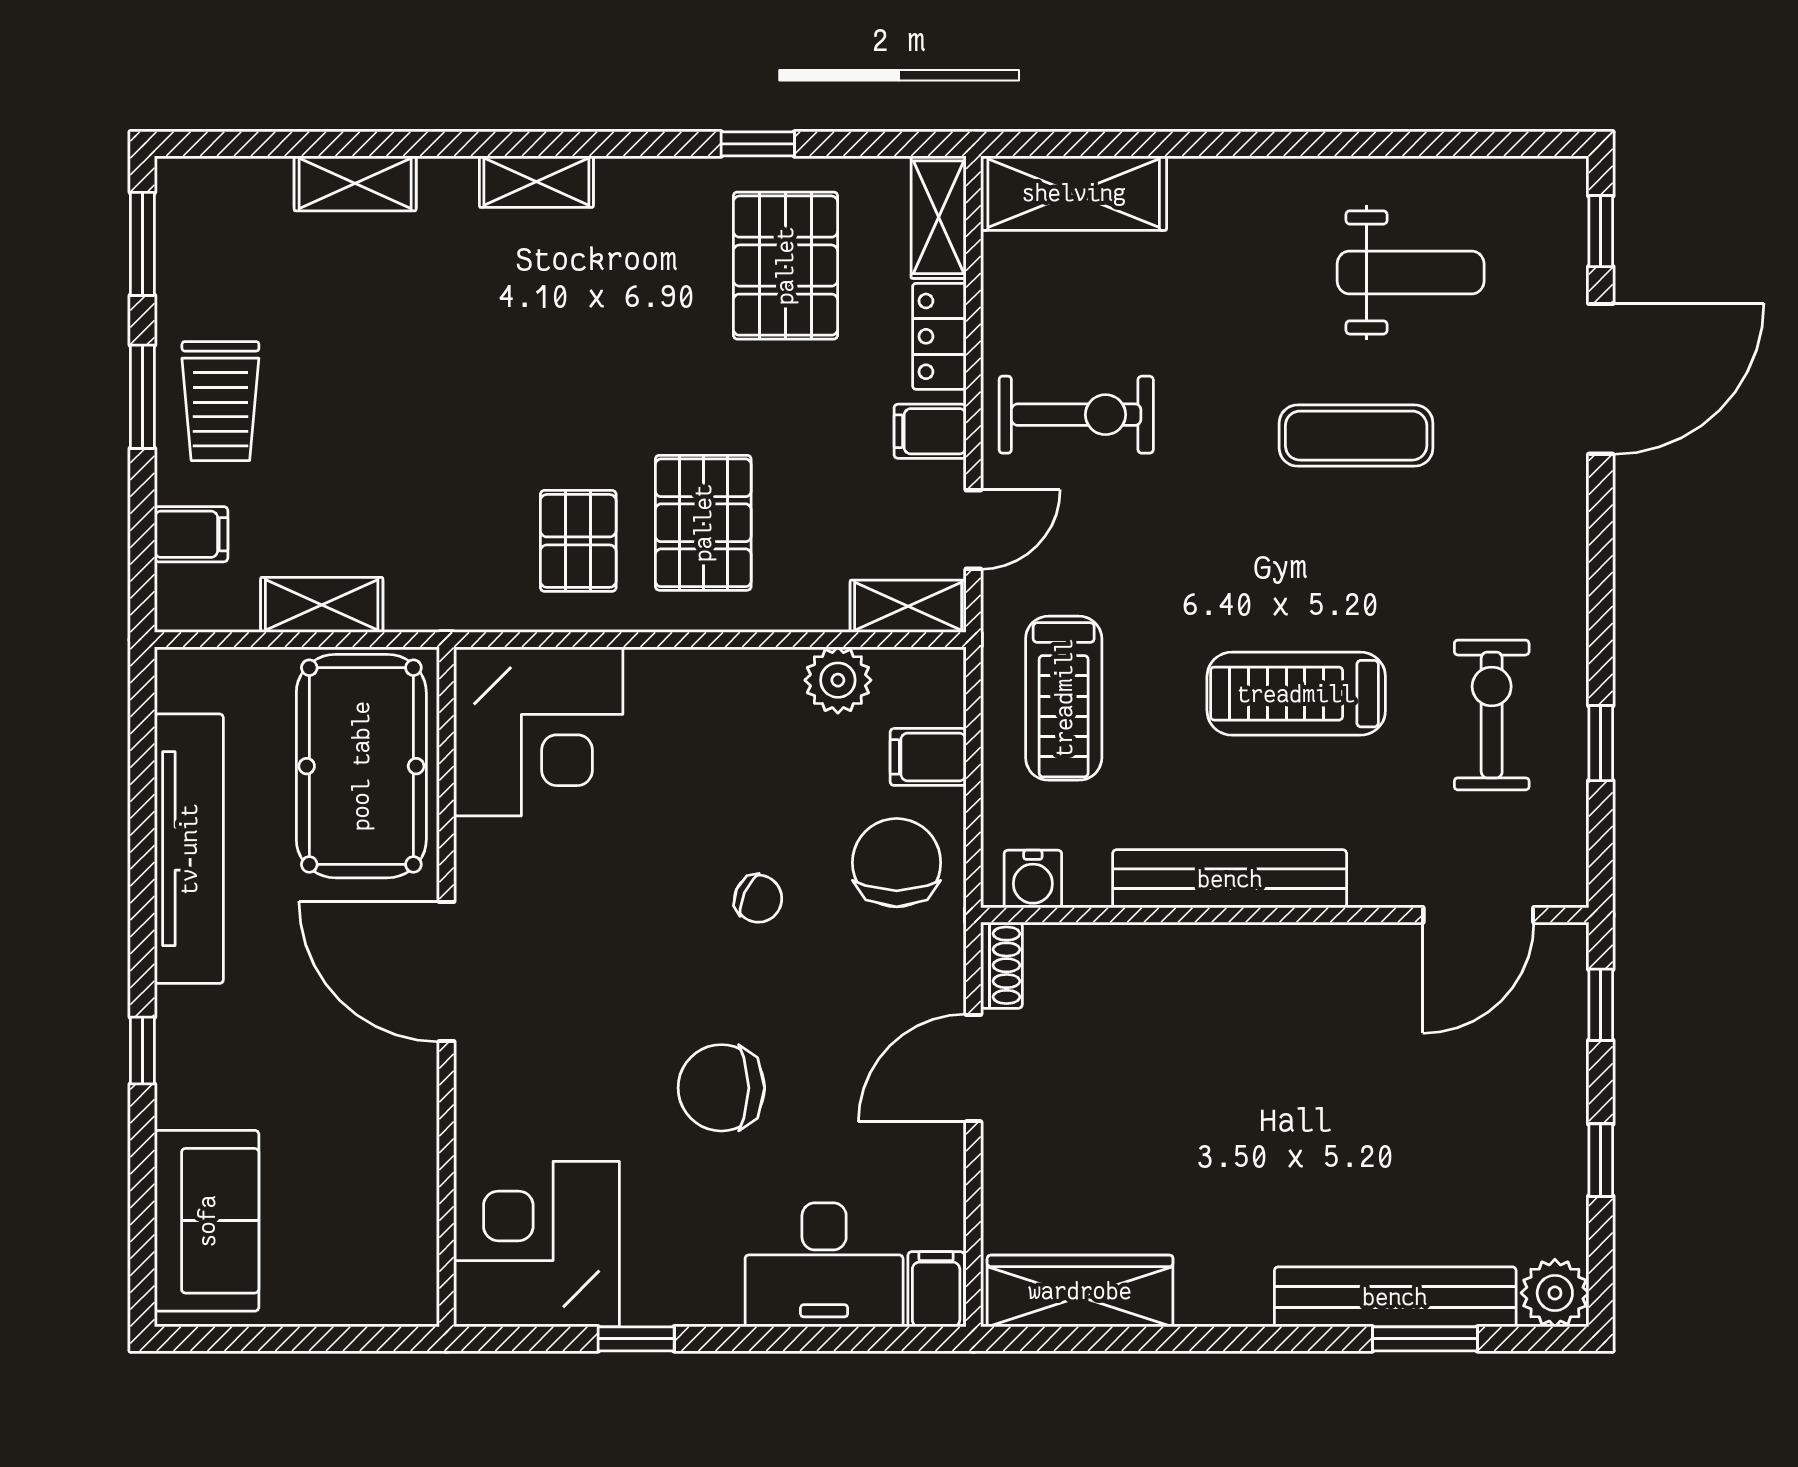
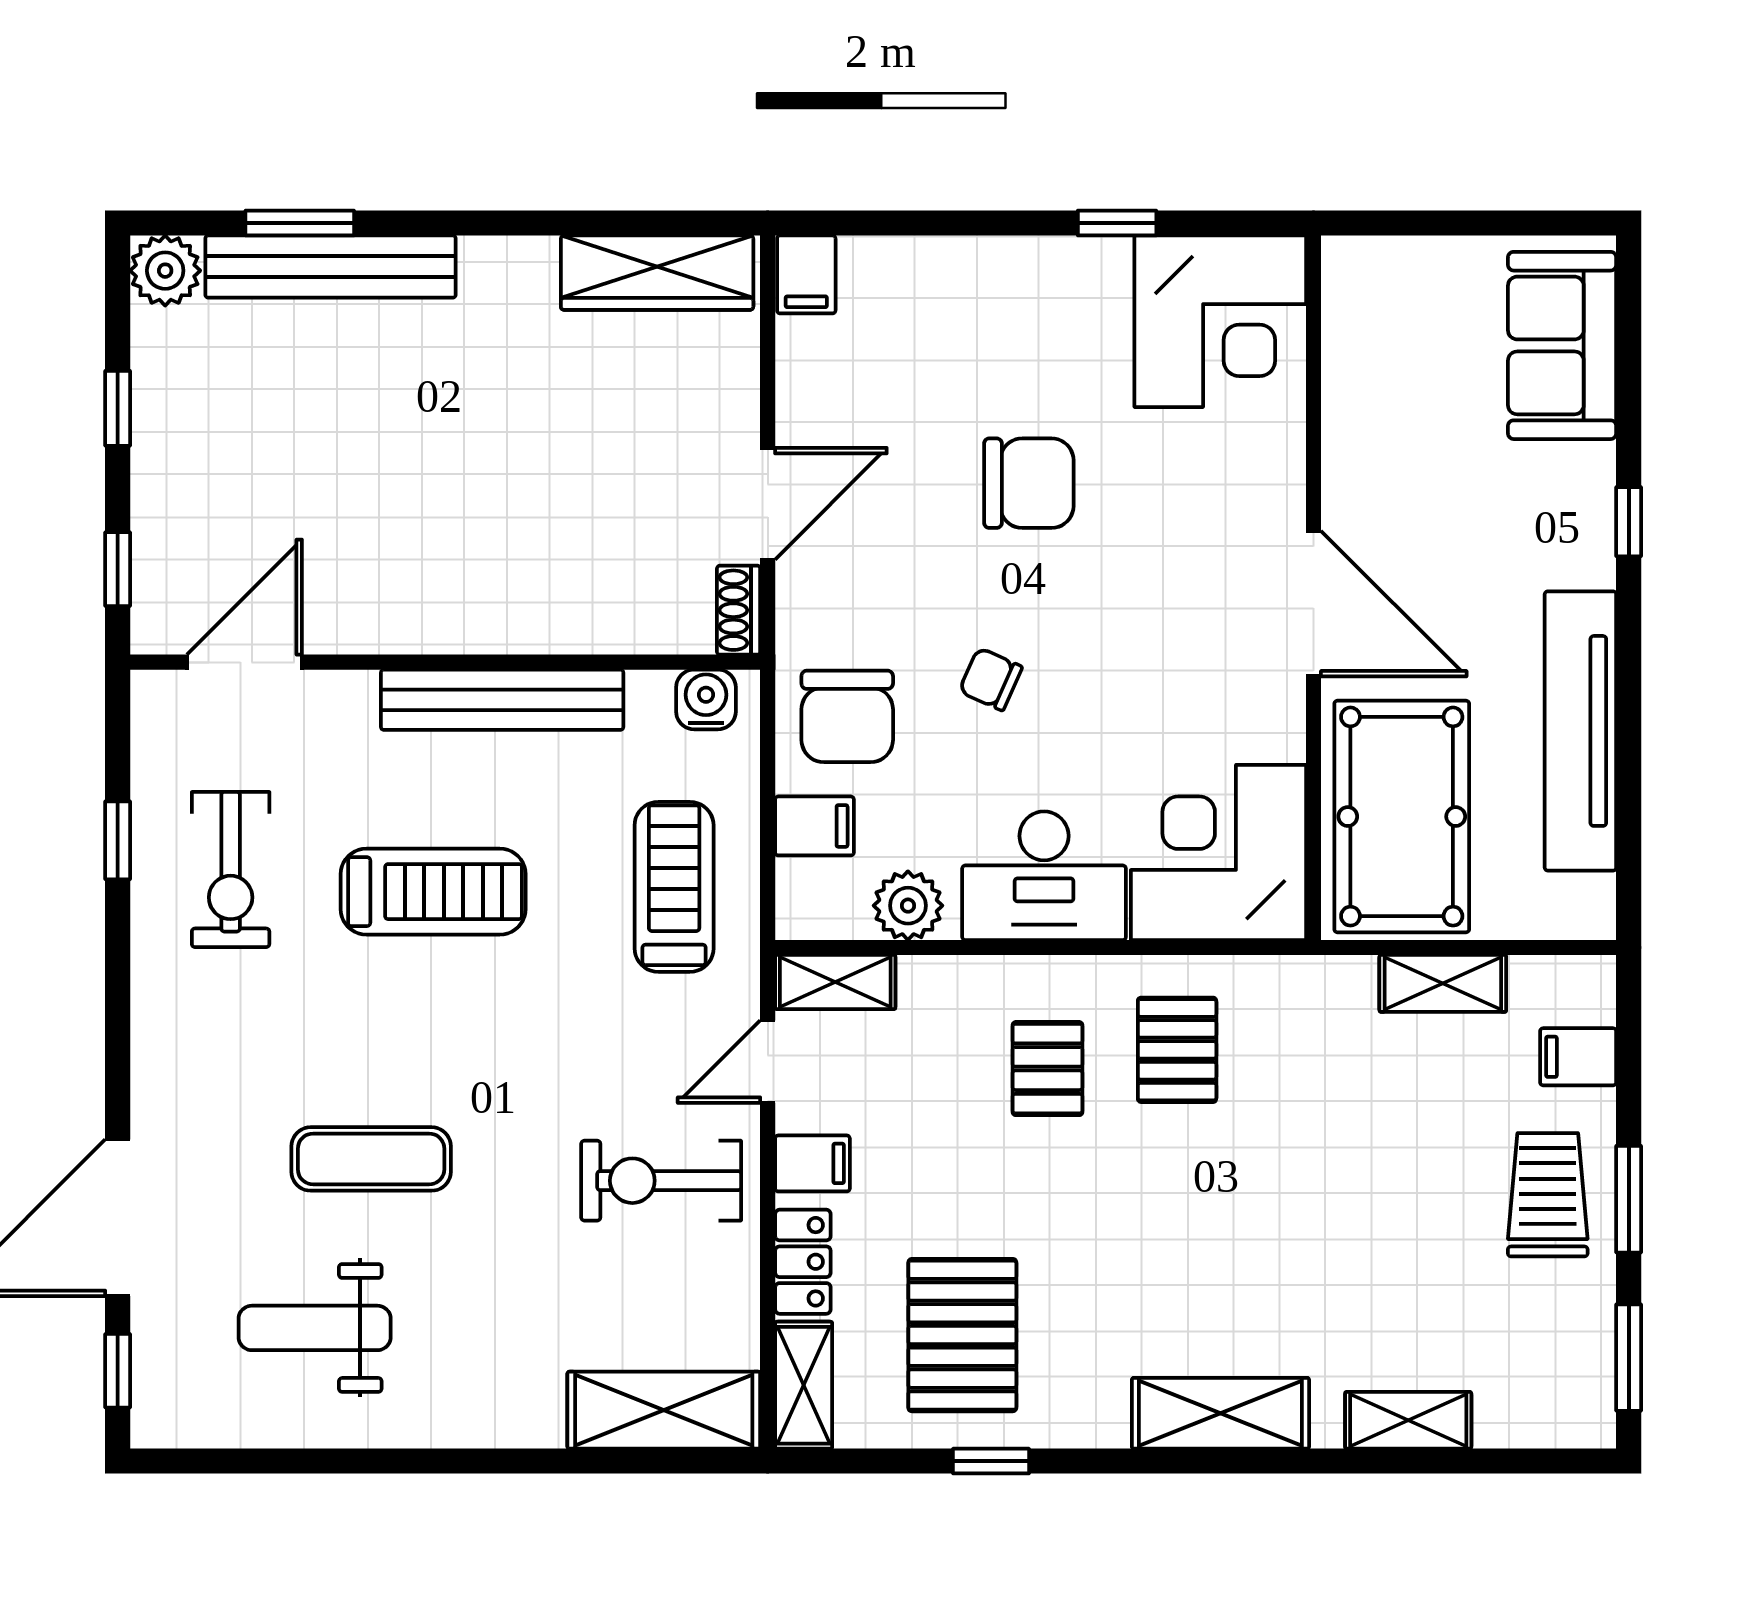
shelving: (536, 182) -> (1220, 1413), width x1.50, depth x1.33
pallet: (703, 523) -> (1048, 1069), width x0.67, depth x0.71
desk: (824, 1265) -> (1044, 876), moved, turned 180

